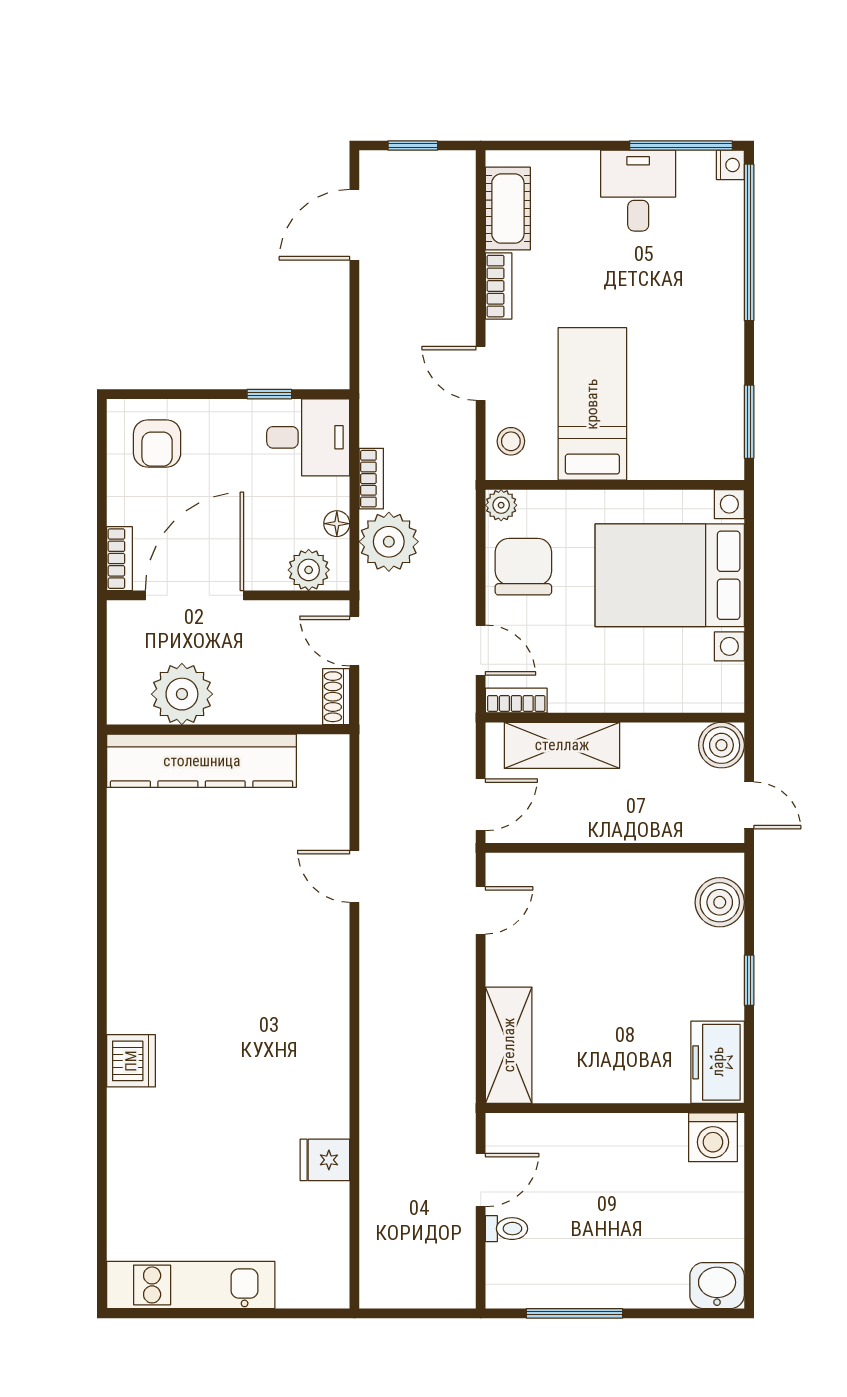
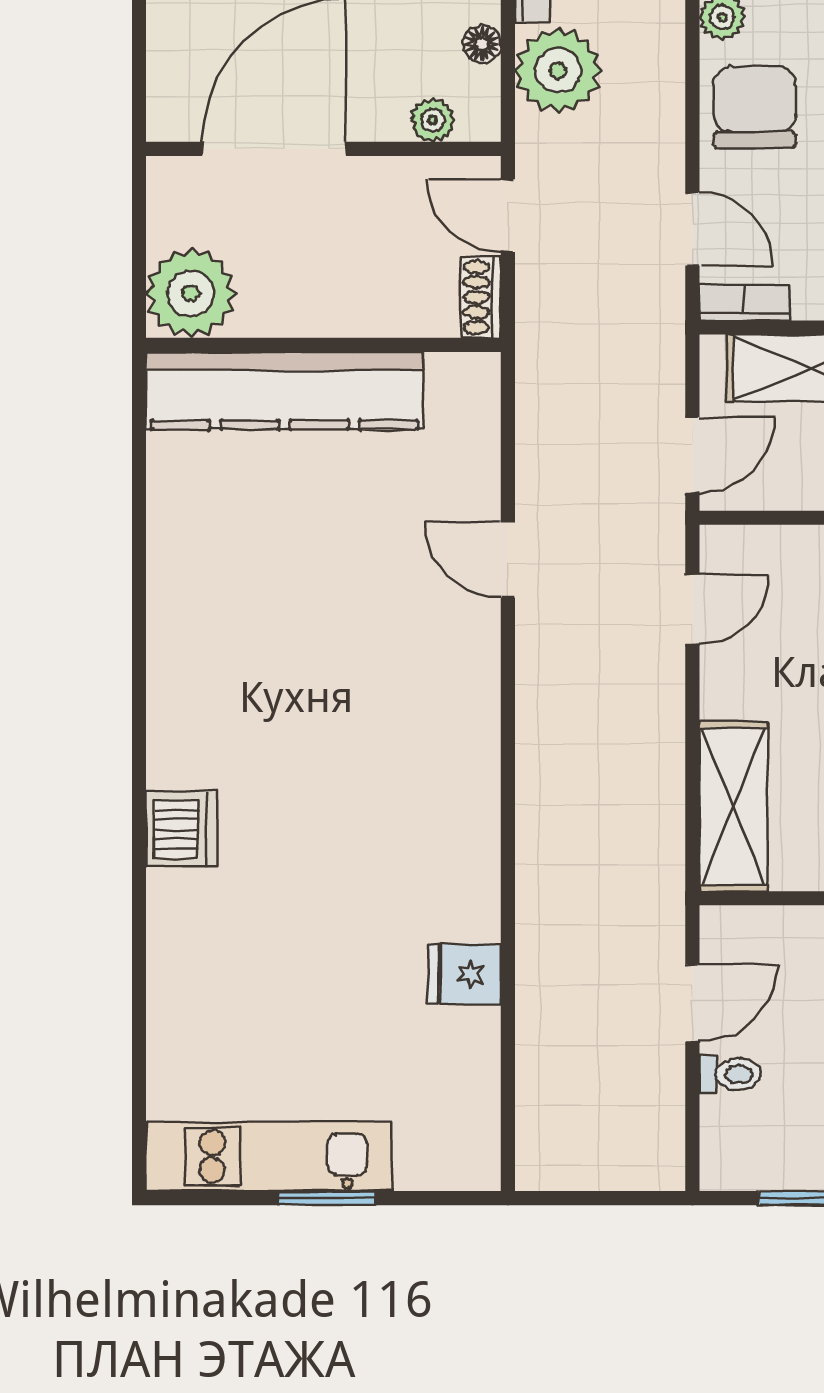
bookcase: (119, 559) -> (165, 95), removed
plant: (309, 570) -> (433, 120), width x0.73, depth x0.73
plant: (182, 694) -> (191, 293), moved
window: (230, 1313) -> (327, 1198), added

